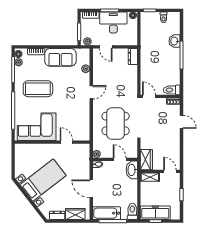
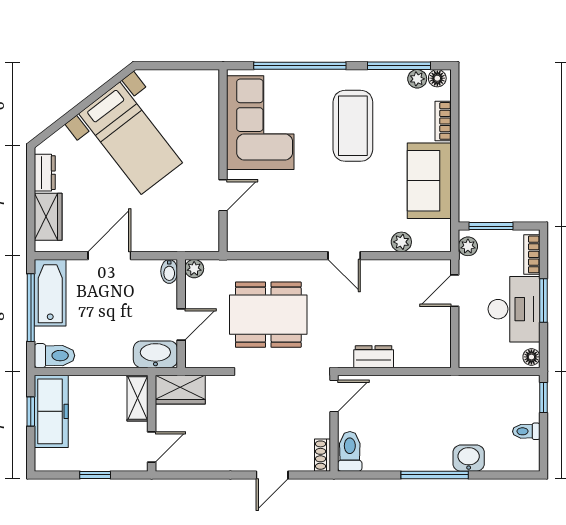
dresser: (133, 56) -> (374, 357), moved

